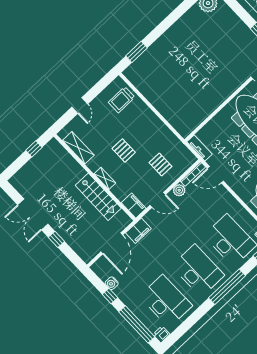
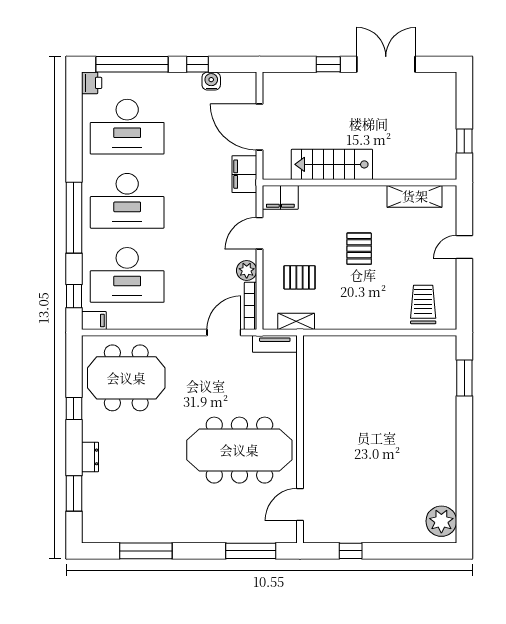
door: (80, 106) -> (464, 247), hinge flipped
pallet: (124, 150) -> (359, 249), turned 90
shelving: (105, 178) -> (296, 321), moved

